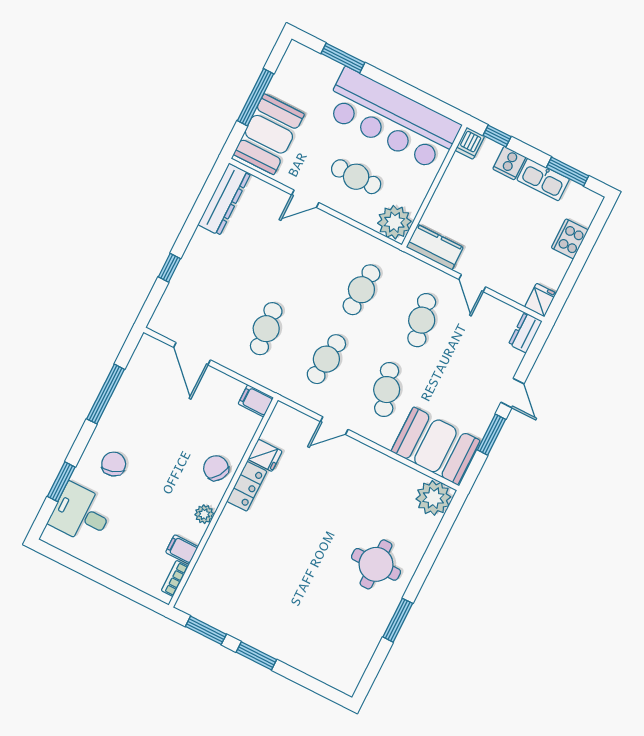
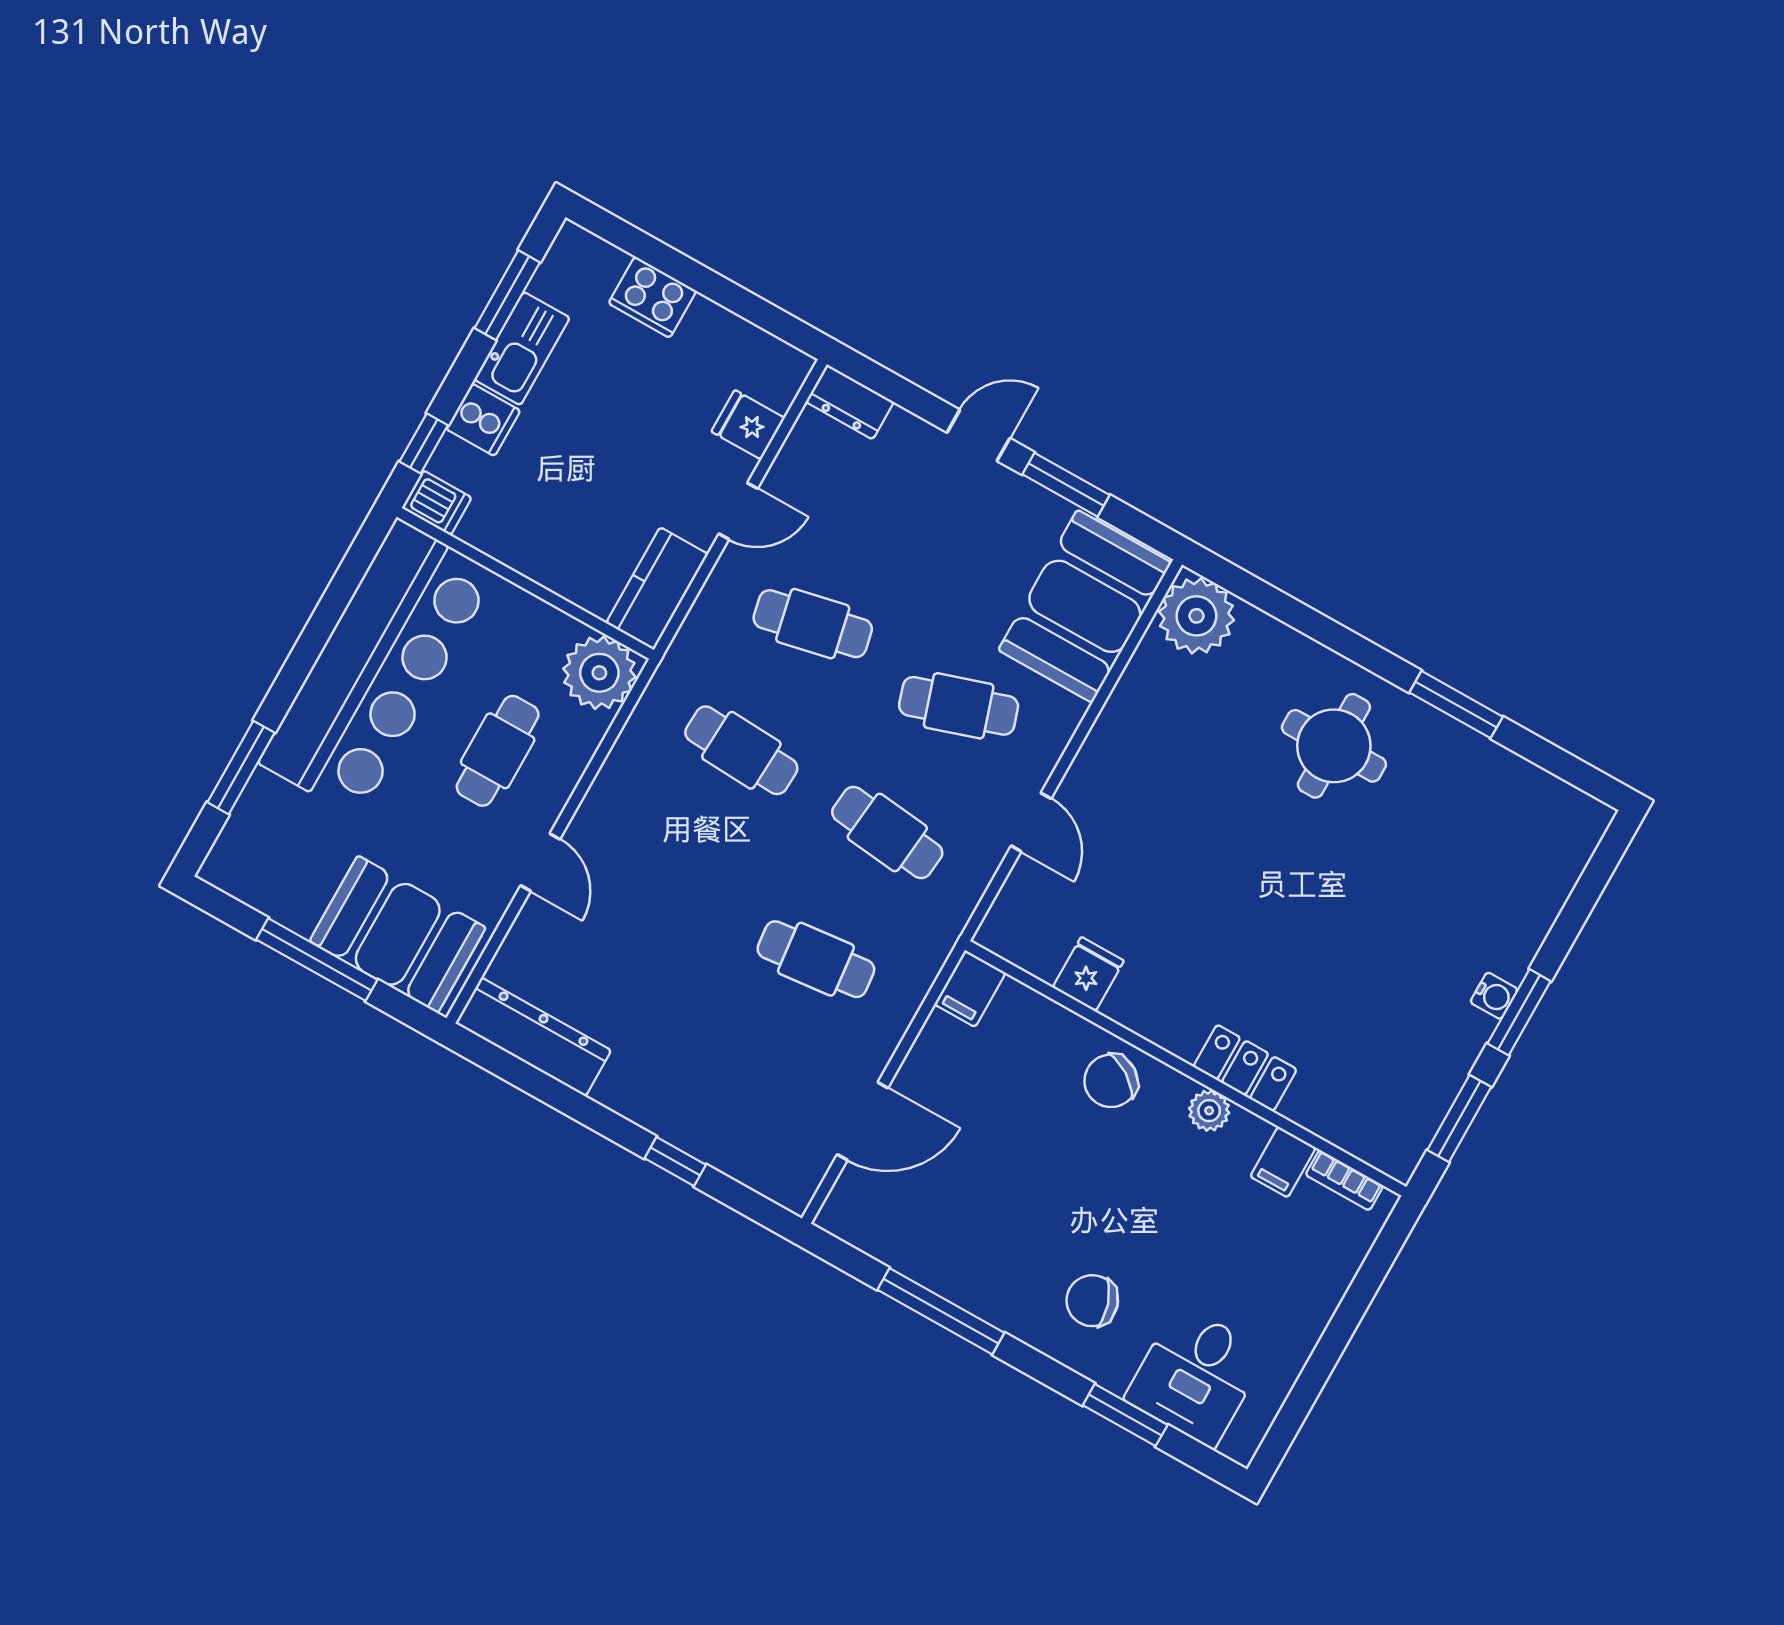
fridge: (540, 300) -> (748, 425), moved
locker: (247, 486) -> (1245, 1068), moved
water cooler: (264, 644) -> (1494, 996), added

